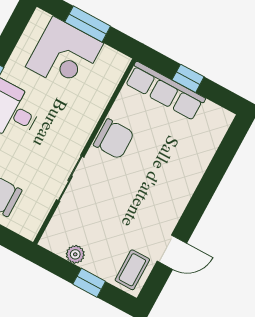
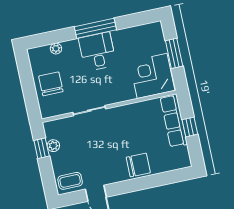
corner desk: (65, 55) -> (152, 76), moved, turned 90
chair: (114, 139) -> (138, 165), moved, turned -90
window: (89, 283) -> (42, 148), moved

